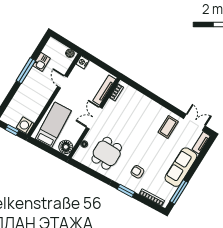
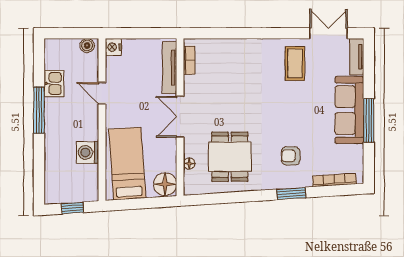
washing machine: (25, 126) -> (87, 152), moved
window: (179, 192) -> (369, 120), moved

